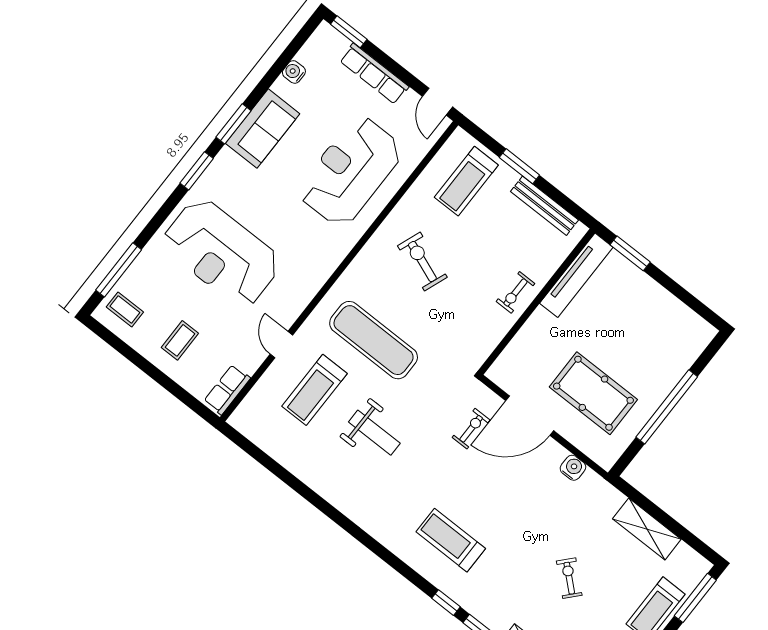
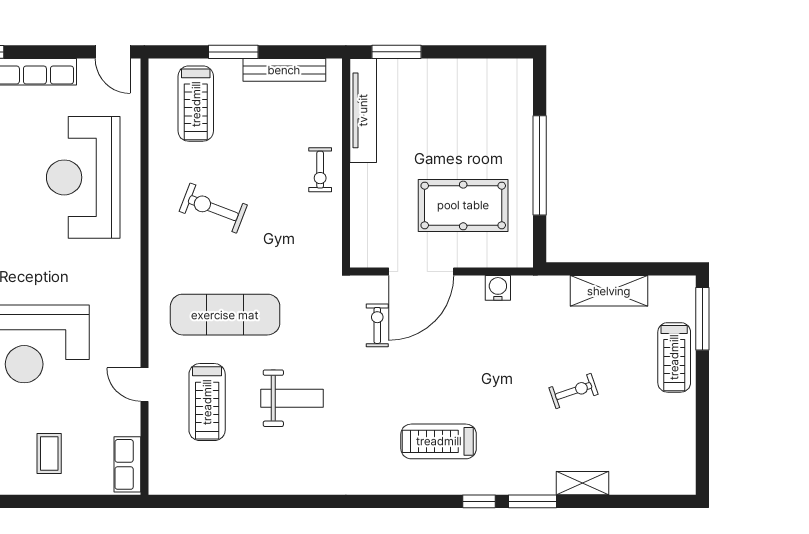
exercise bike: (569, 578) -> (574, 391), turned 119

